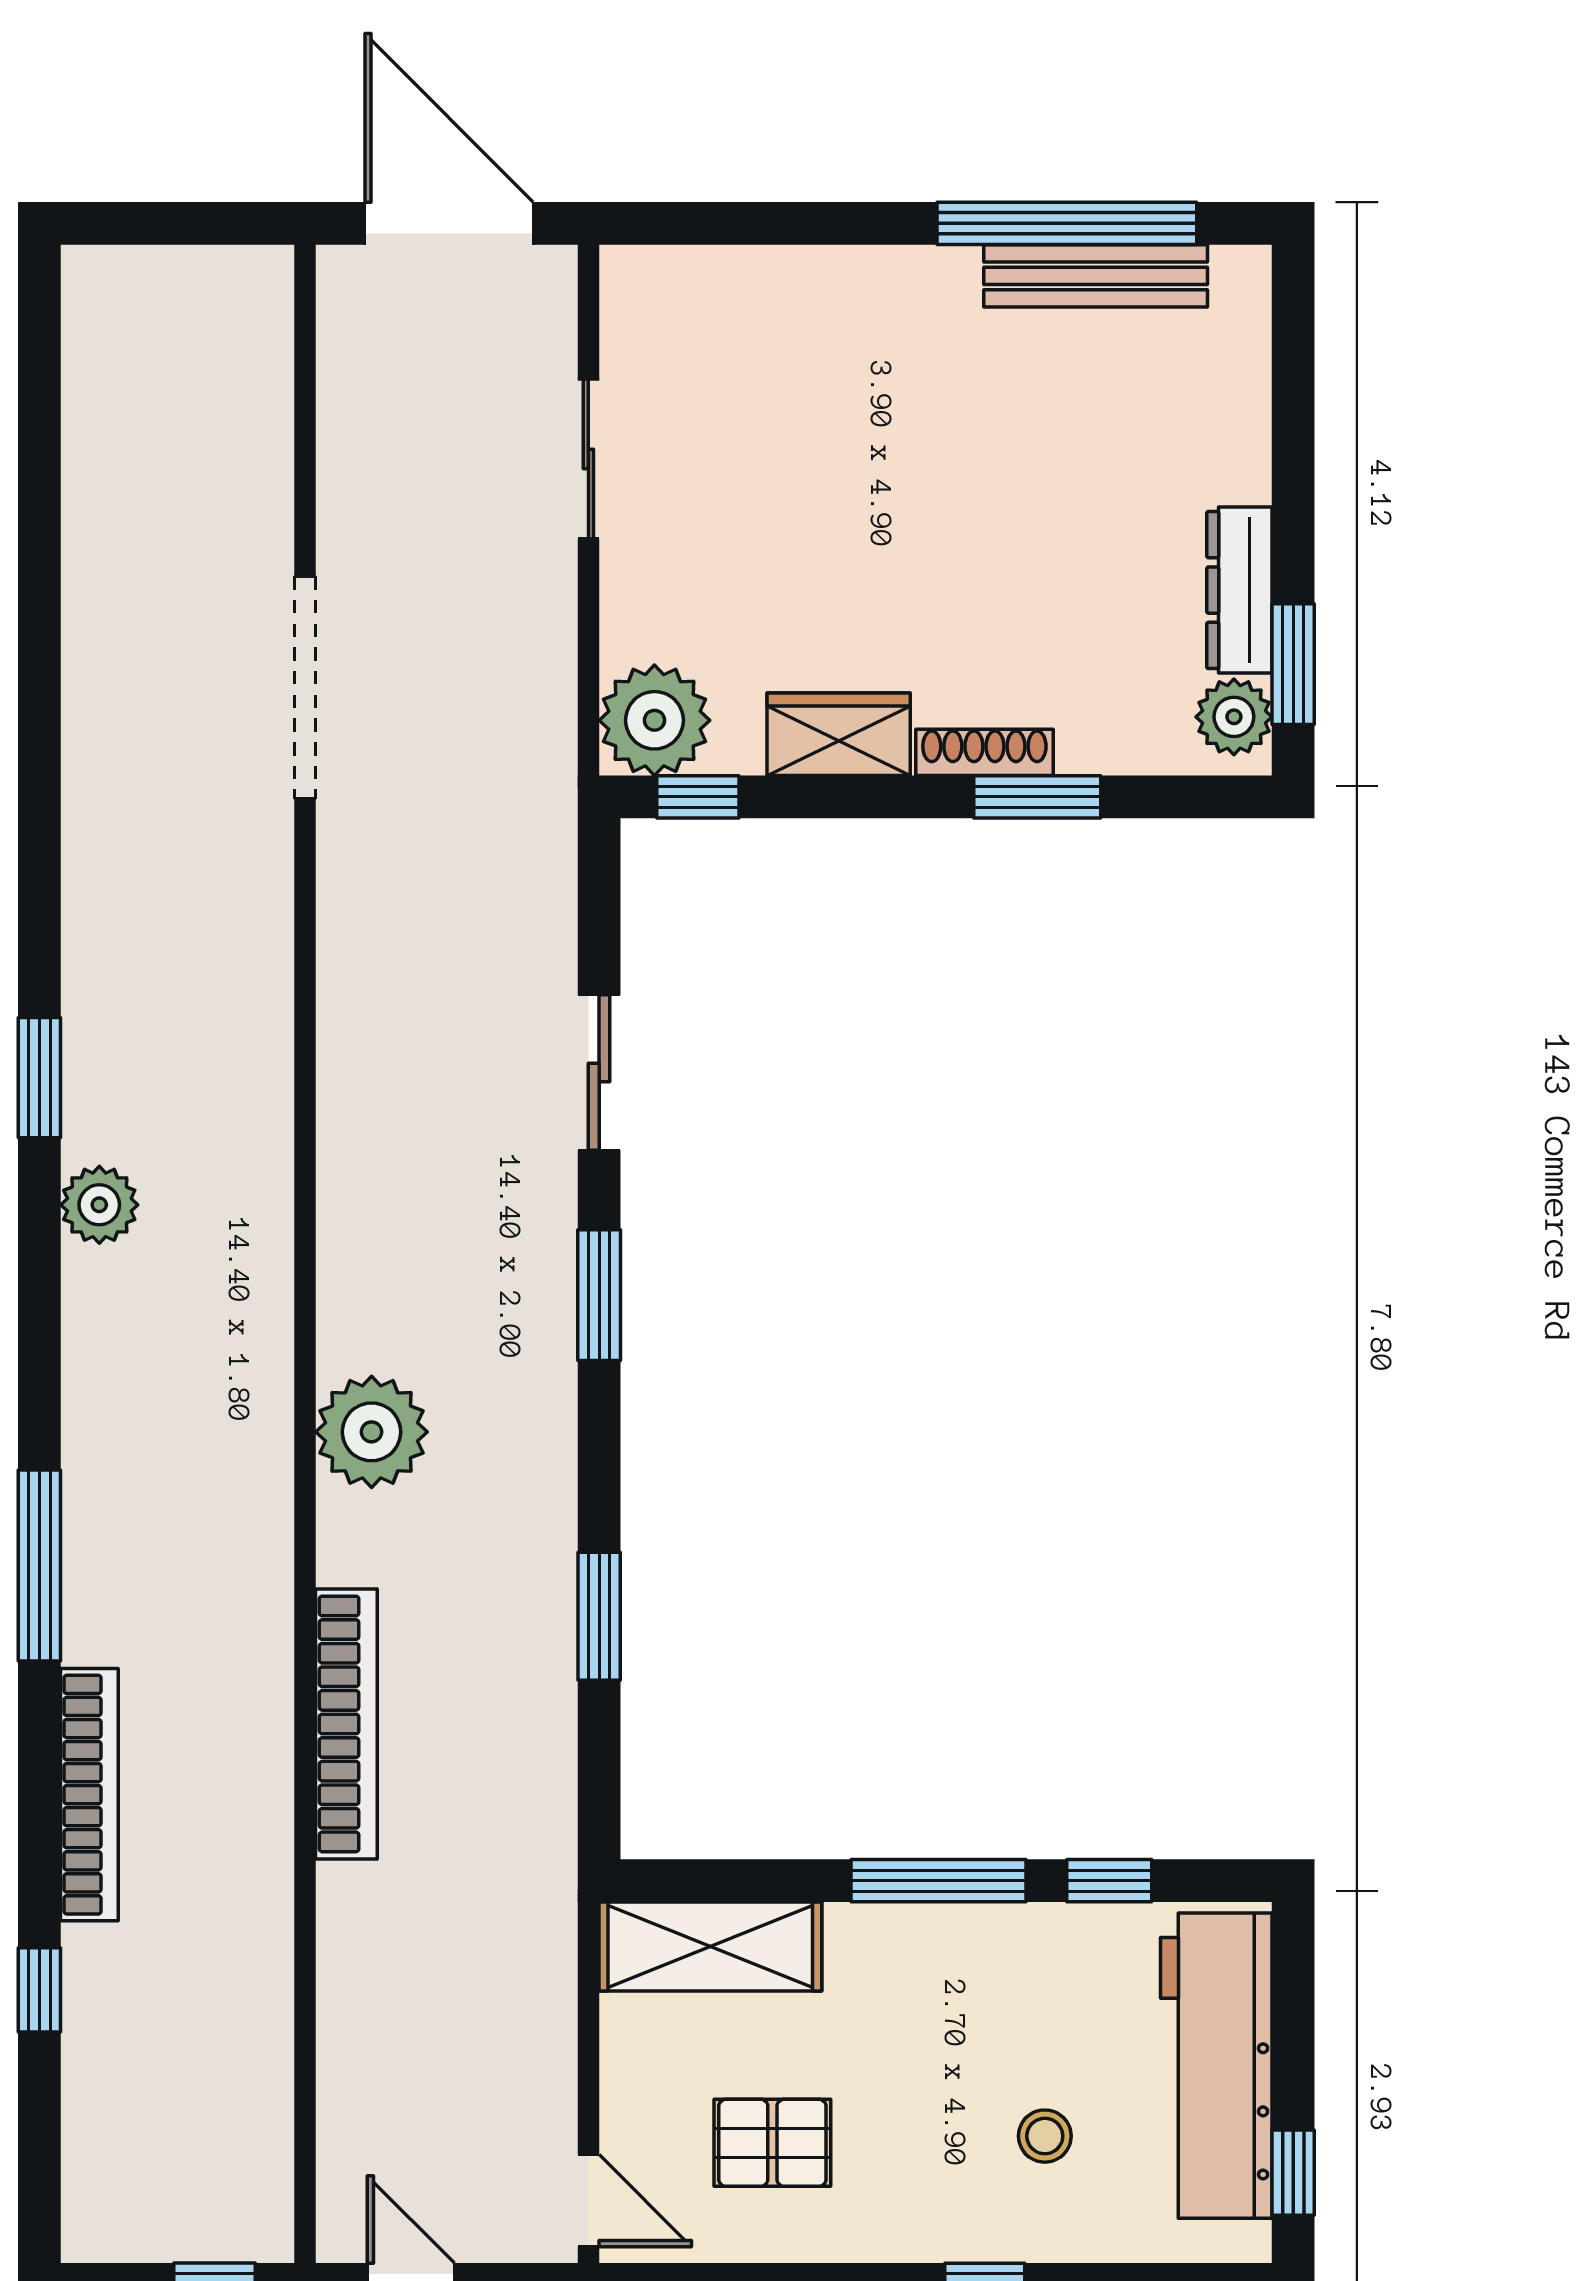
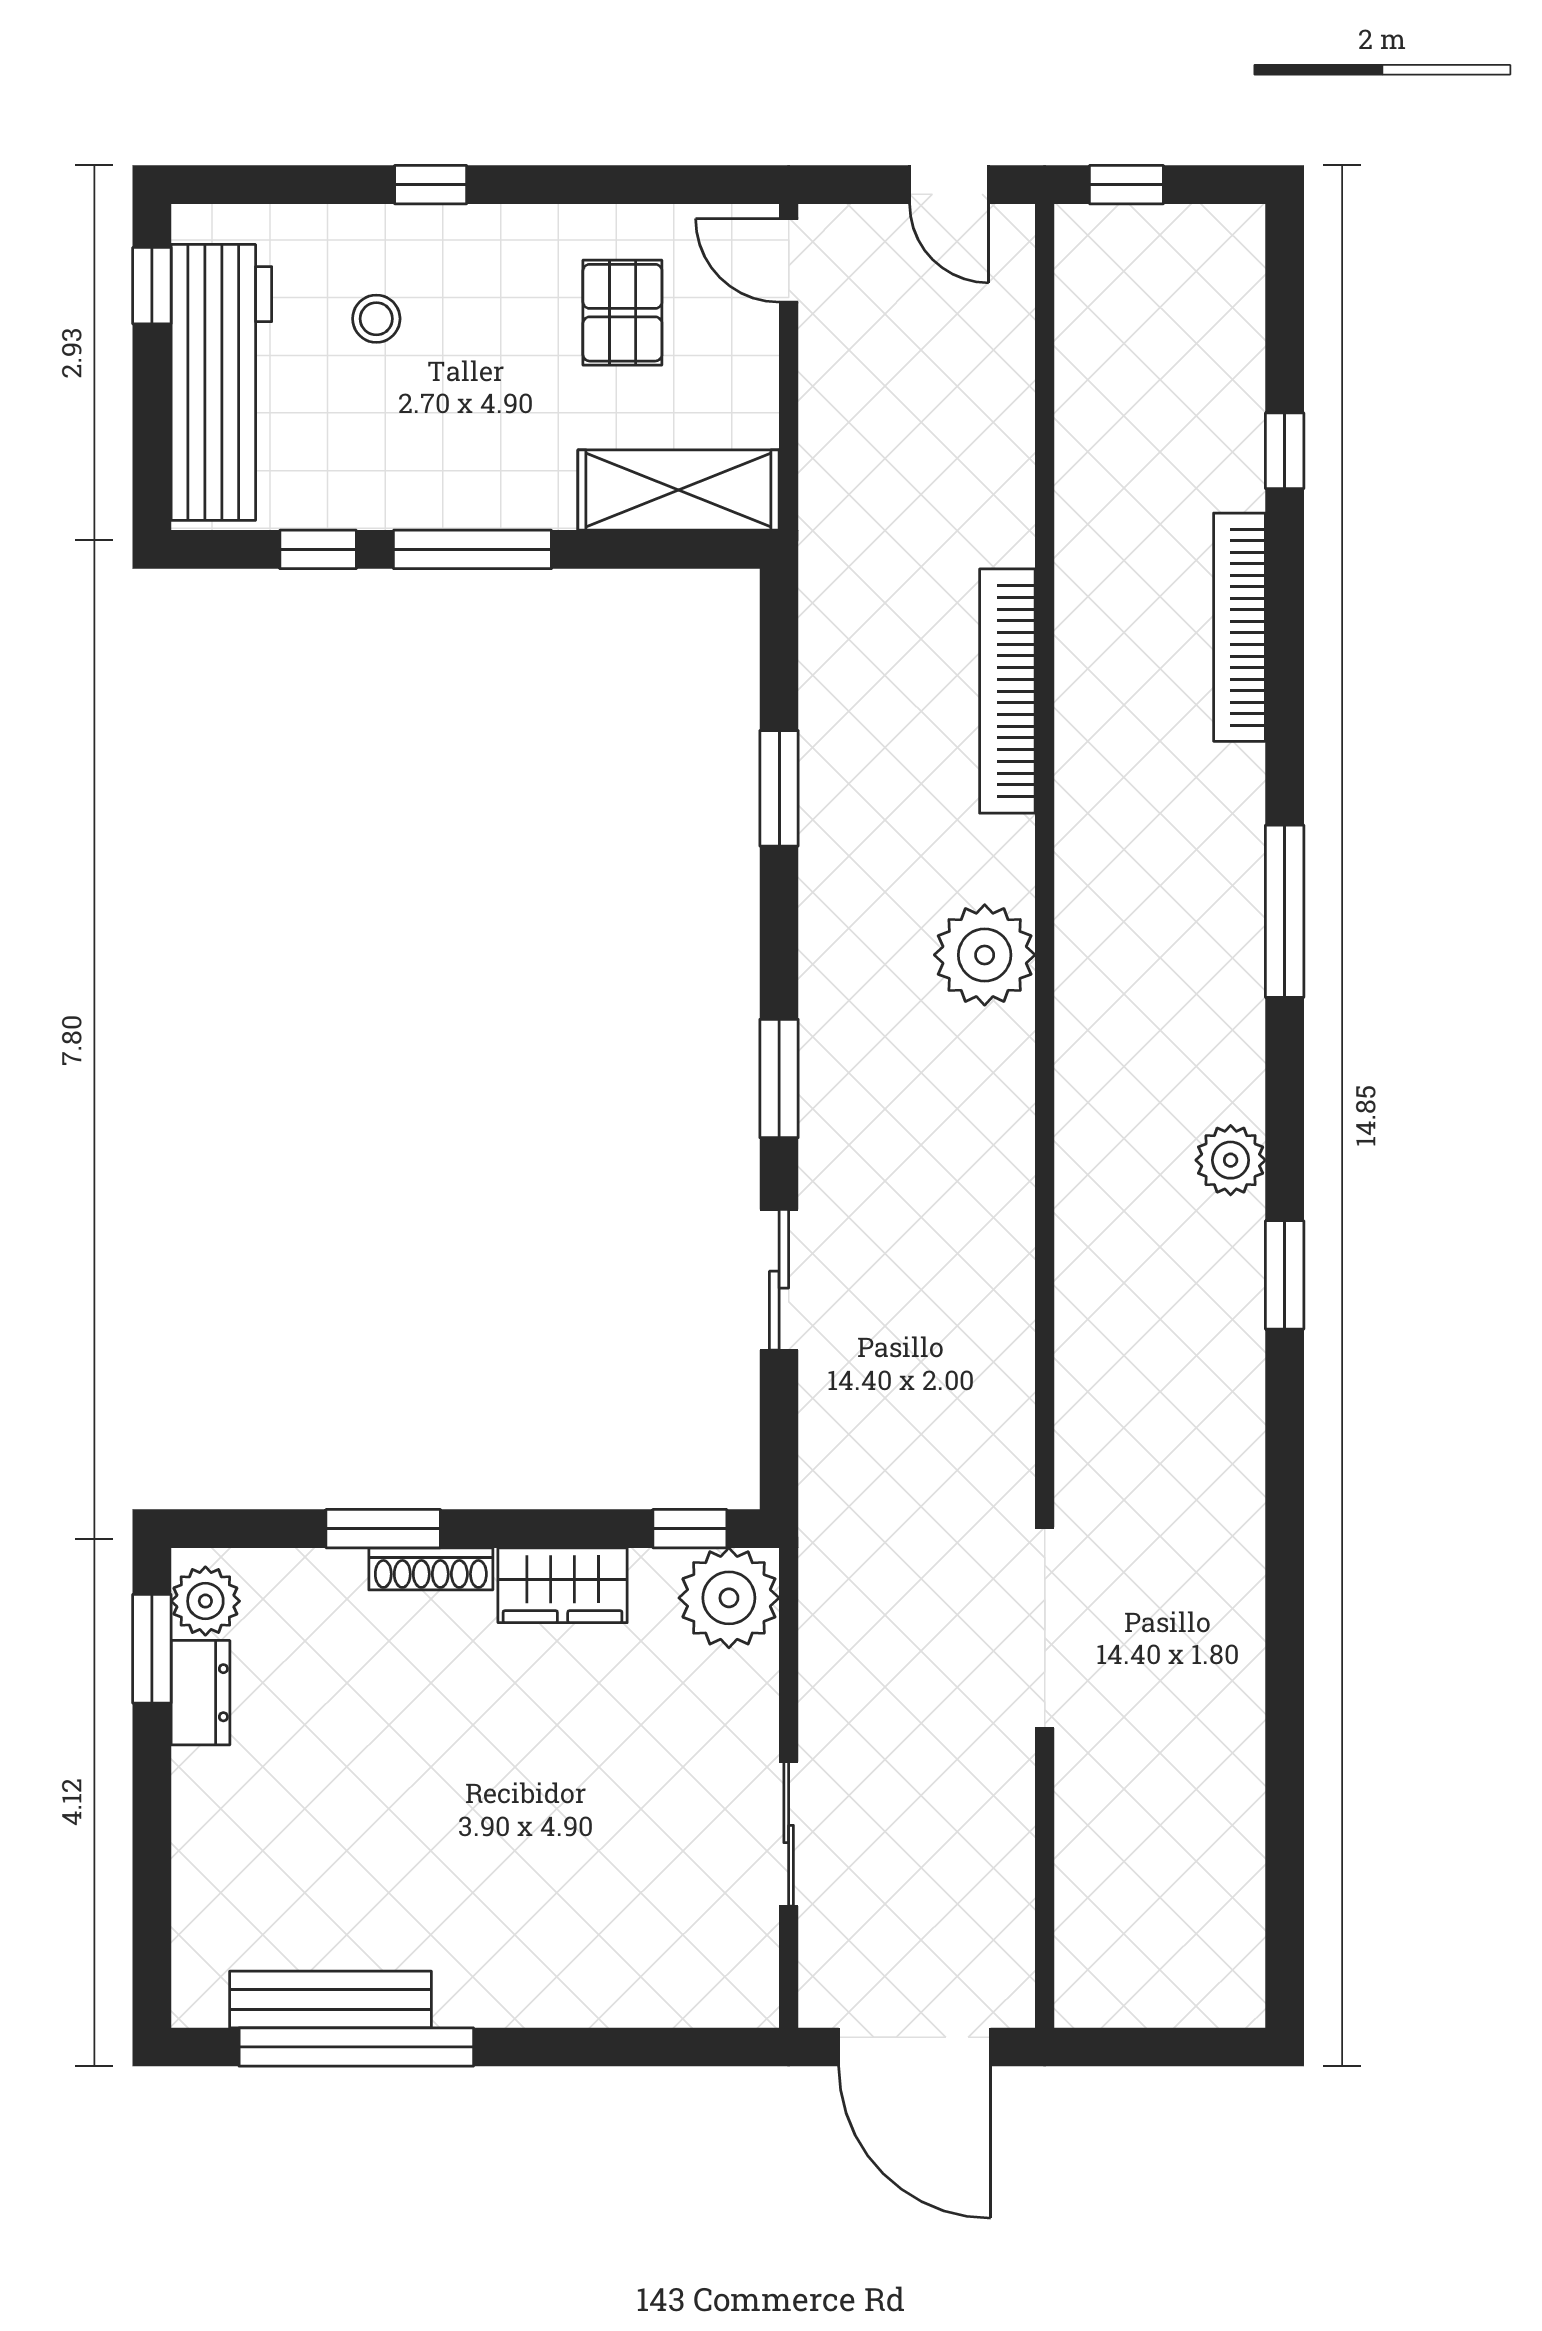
dresser: (1239, 590) -> (200, 1693), width x0.70
window: (39, 1565) -> (1285, 911), moved
pallet: (772, 2143) -> (622, 313), turned 90

